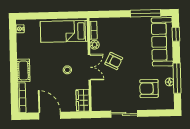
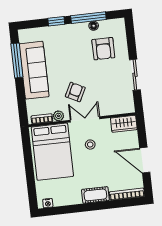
bed: (64, 31) -> (52, 152), width x1.50
window: (176, 34) -> (56, 21), moved
sofa: (162, 42) -> (34, 70), moved, turned -90
door: (50, 116) -> (145, 160), hinge flipped

